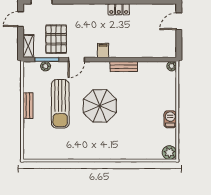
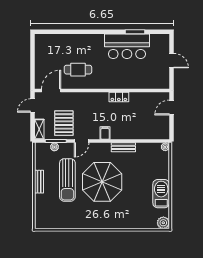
parasol: (100, 106) -> (102, 182), width x1.36, depth x1.36
barbecue: (170, 119) -> (161, 194), width x1.88, depth x1.53

